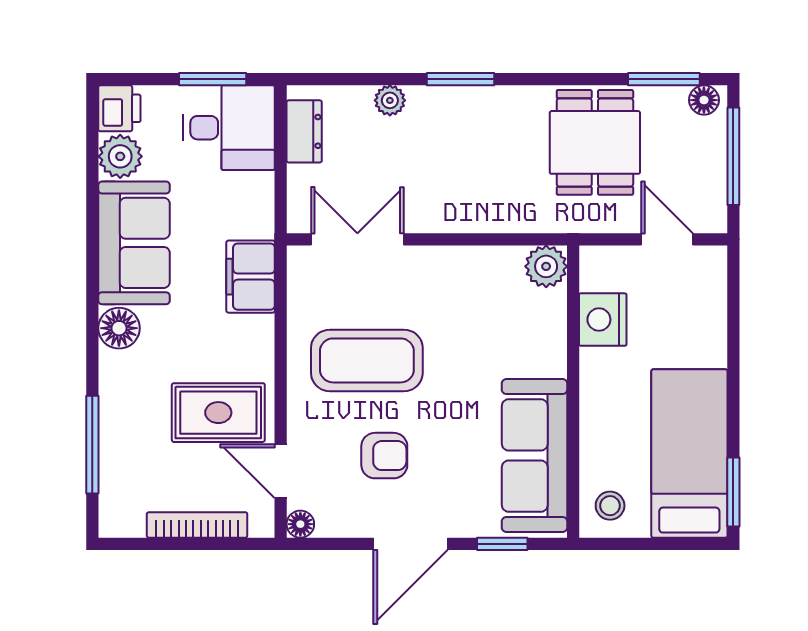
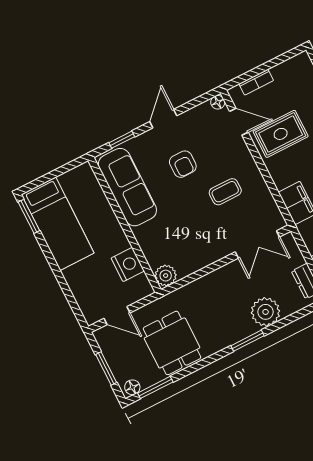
plant: (390, 100) -> (266, 312), width x1.88, depth x1.88
window: (733, 156) -> (106, 369), width x0.69
coffee table: (367, 360) -> (225, 192), width x0.54, depth x0.58
armchair: (384, 456) -> (183, 164), moved, turned -90
stool: (610, 506) -> (82, 182), removed
bookcase: (197, 525) -> (256, 82), width x0.64
door: (411, 544) -> (163, 119), width x0.73

